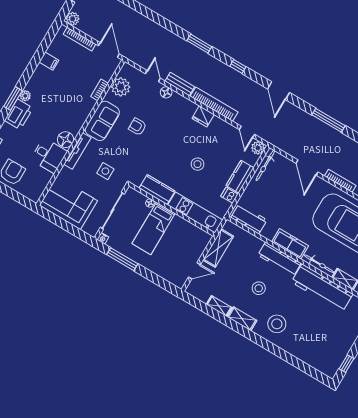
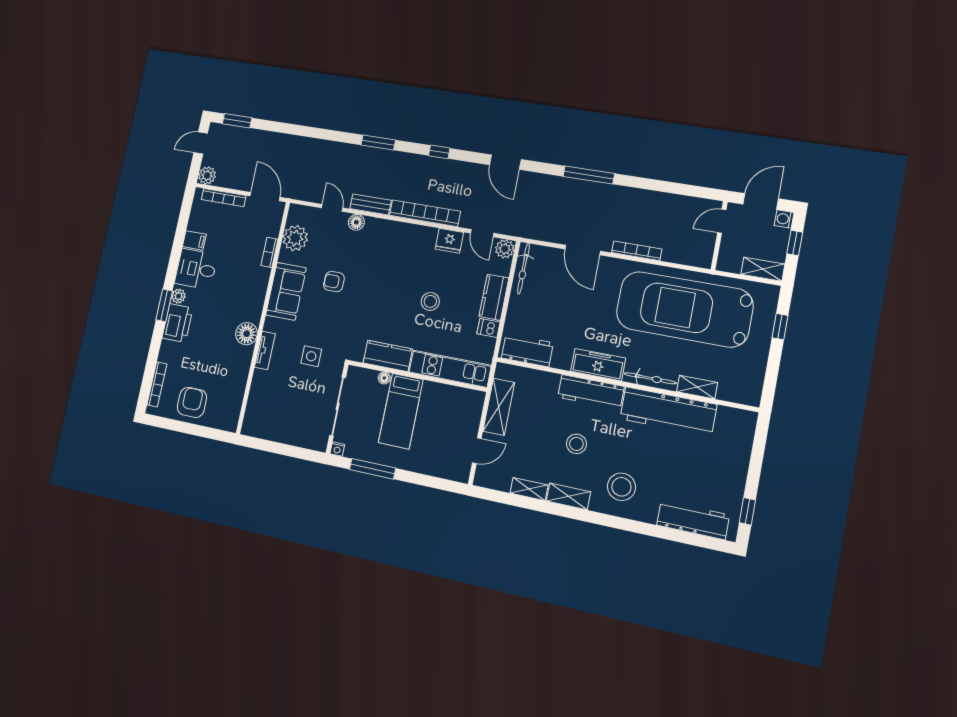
fridge: (203, 116) -> (449, 241), moved
tv unit: (77, 151) -> (265, 351), width x0.71
desk: (49, 155) -> (196, 269), moved, turned 180
corner sofa: (68, 203) -> (277, 417), removed
workbench: (312, 358) -> (693, 520), added

